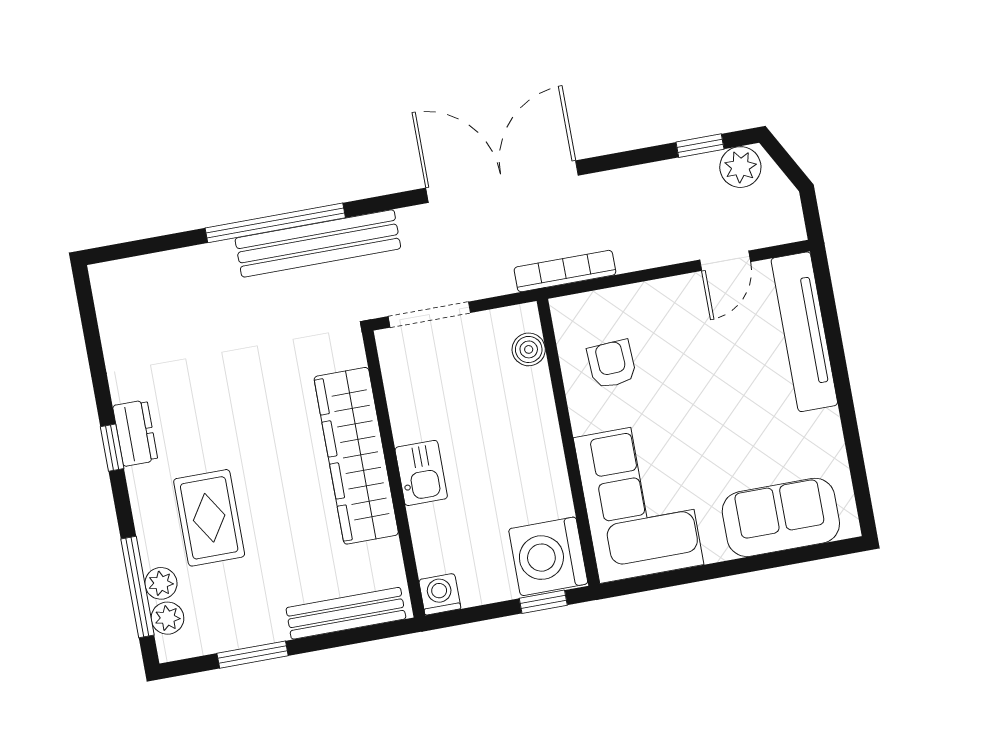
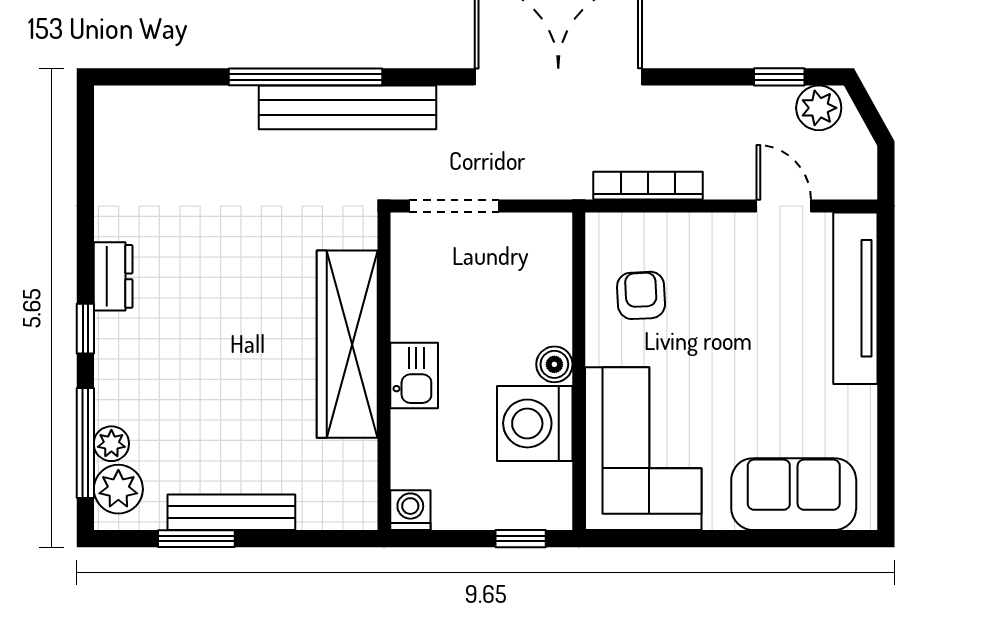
door: (725, 261) -> (784, 206), swing flipped
bookcase: (565, 271) -> (648, 186), moved
boiler: (529, 349) -> (554, 364), moved
window: (112, 448) -> (85, 329), moved
rug: (209, 518) -> (176, 382), removed
washing machine: (548, 556) -> (535, 423), moved
bench: (346, 613) -> (231, 512), moved
plant: (167, 618) -> (118, 489), width x1.38, depth x1.38

